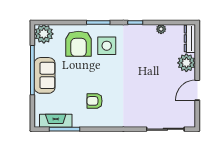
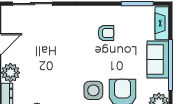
fireplace: (56, 121) -> (162, 23), moved, turned 90

